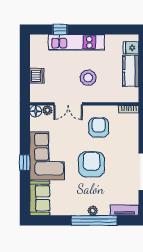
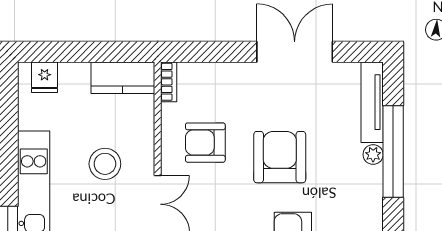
kitchen counter: (131, 71) -> (123, 78), moved
armchair: (91, 164) -> (280, 157), turned 90
tv unit: (124, 210) -> (372, 102), width x1.41

